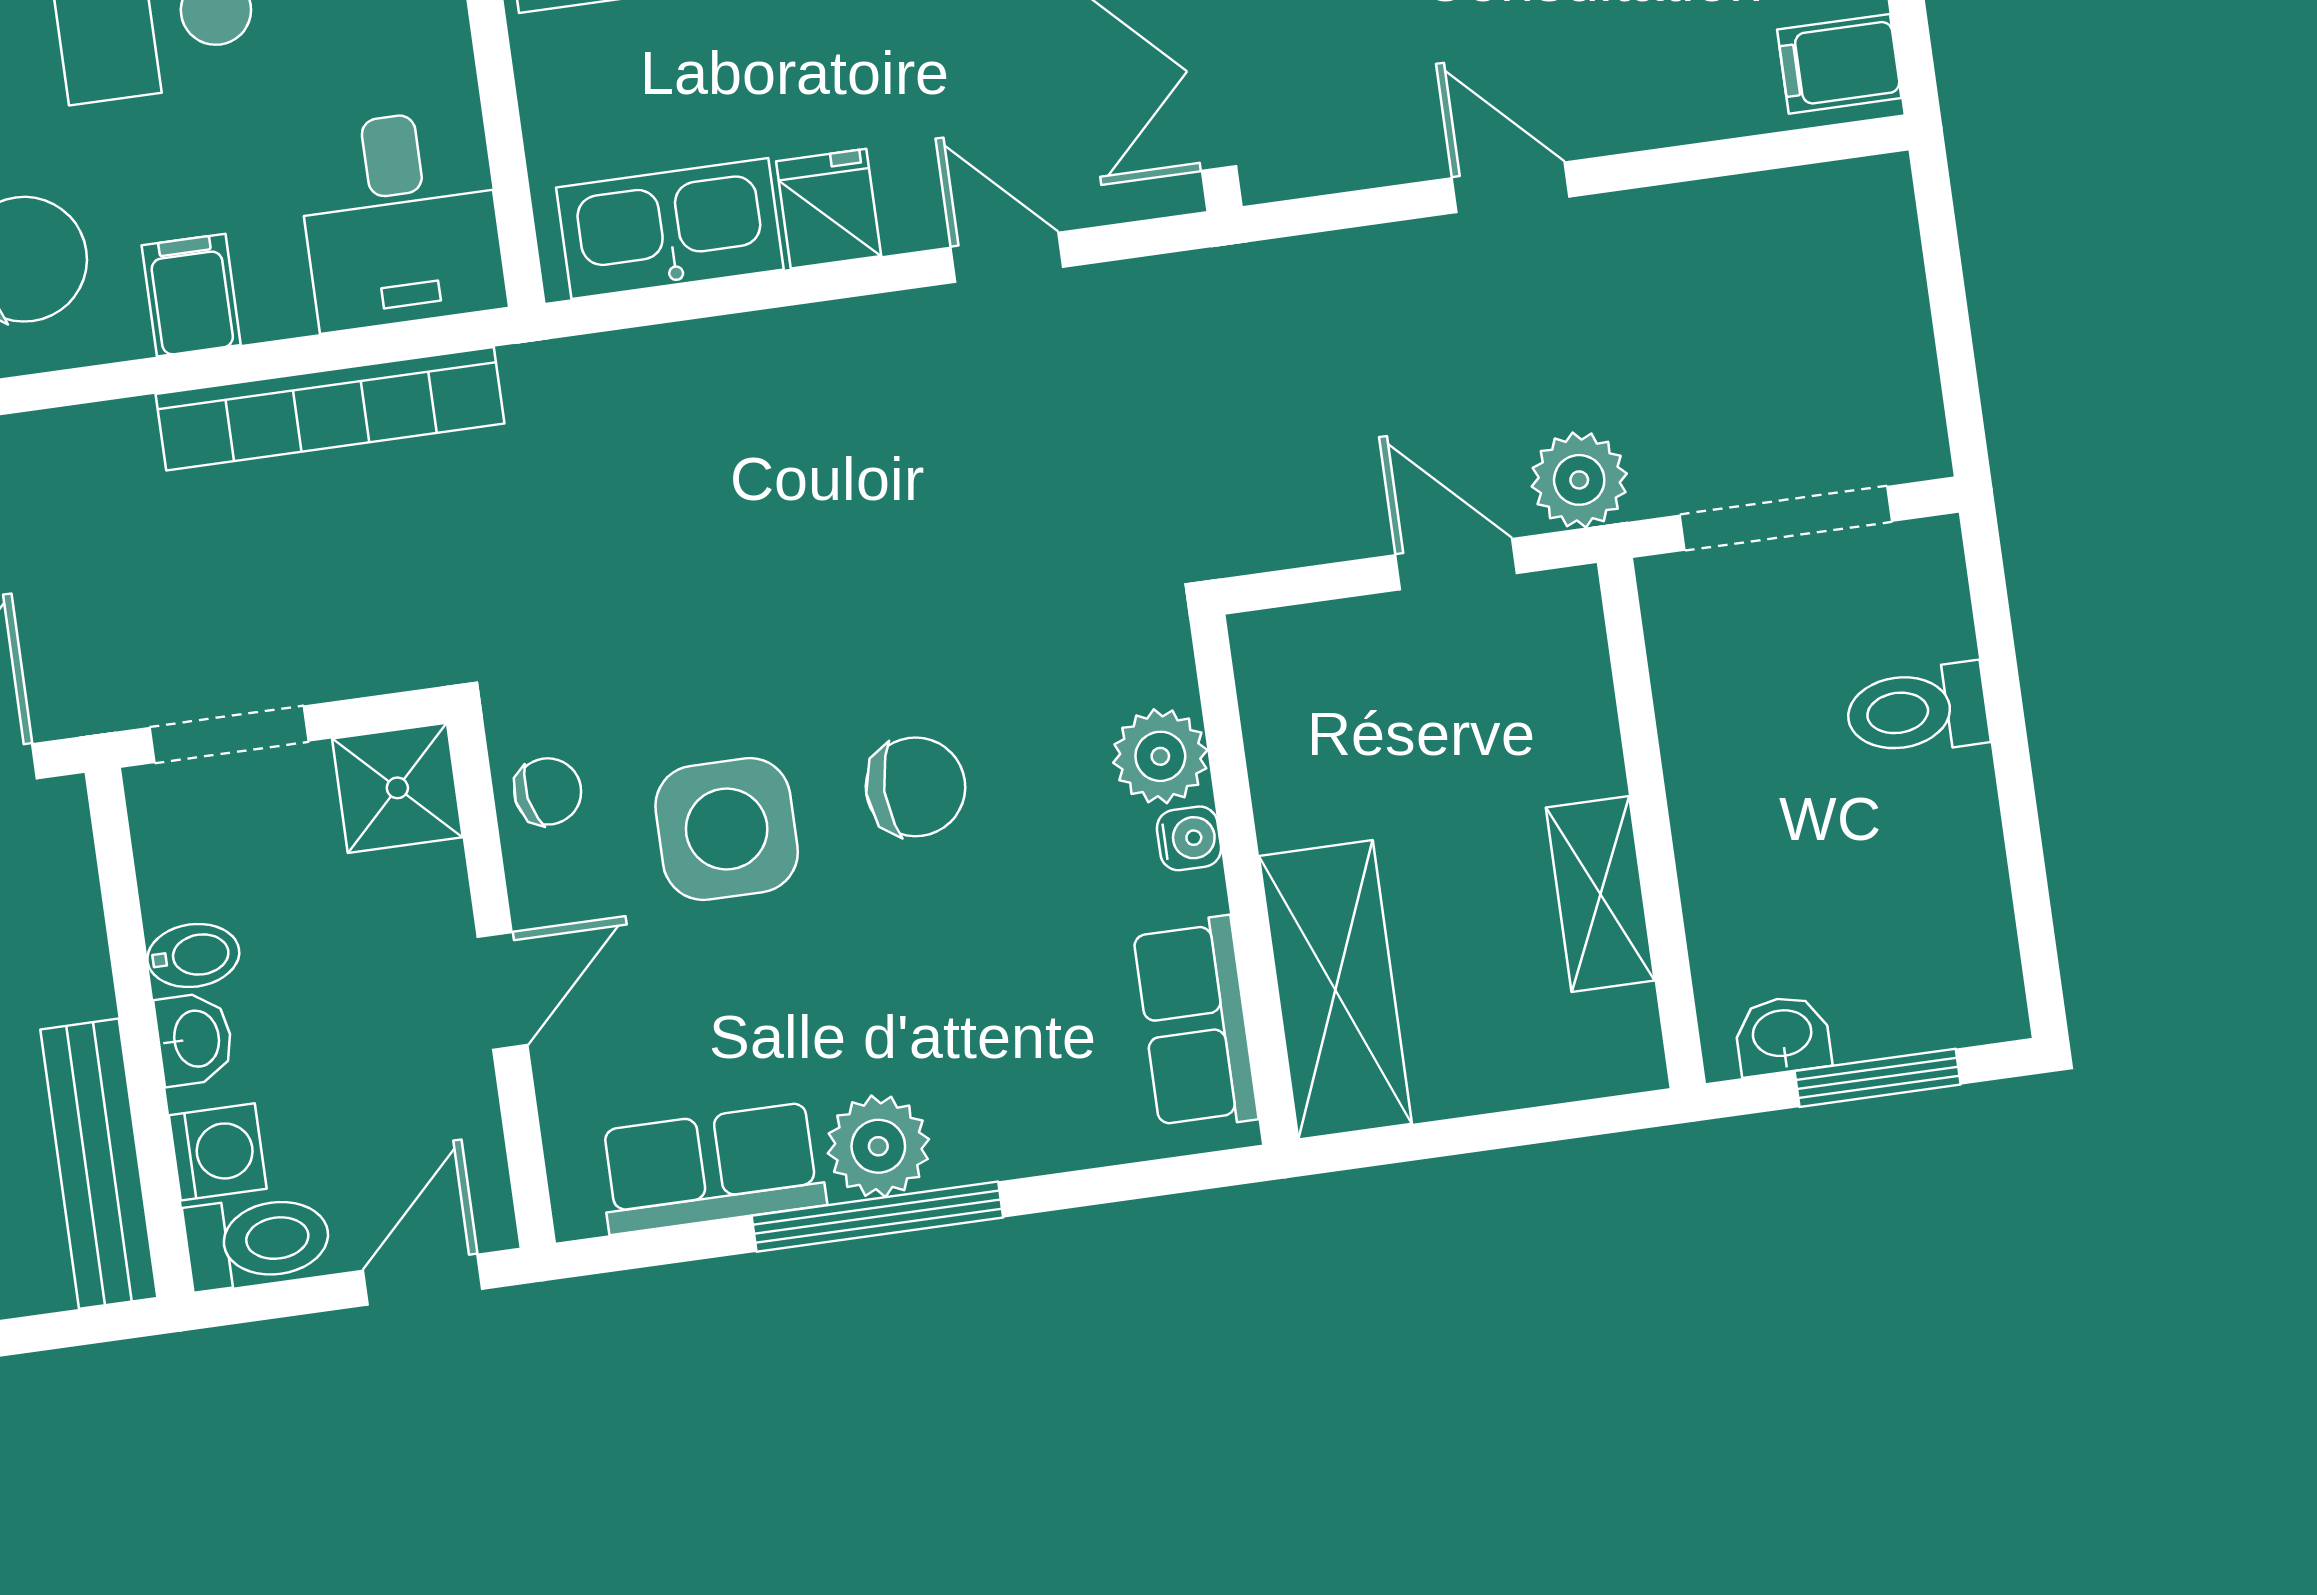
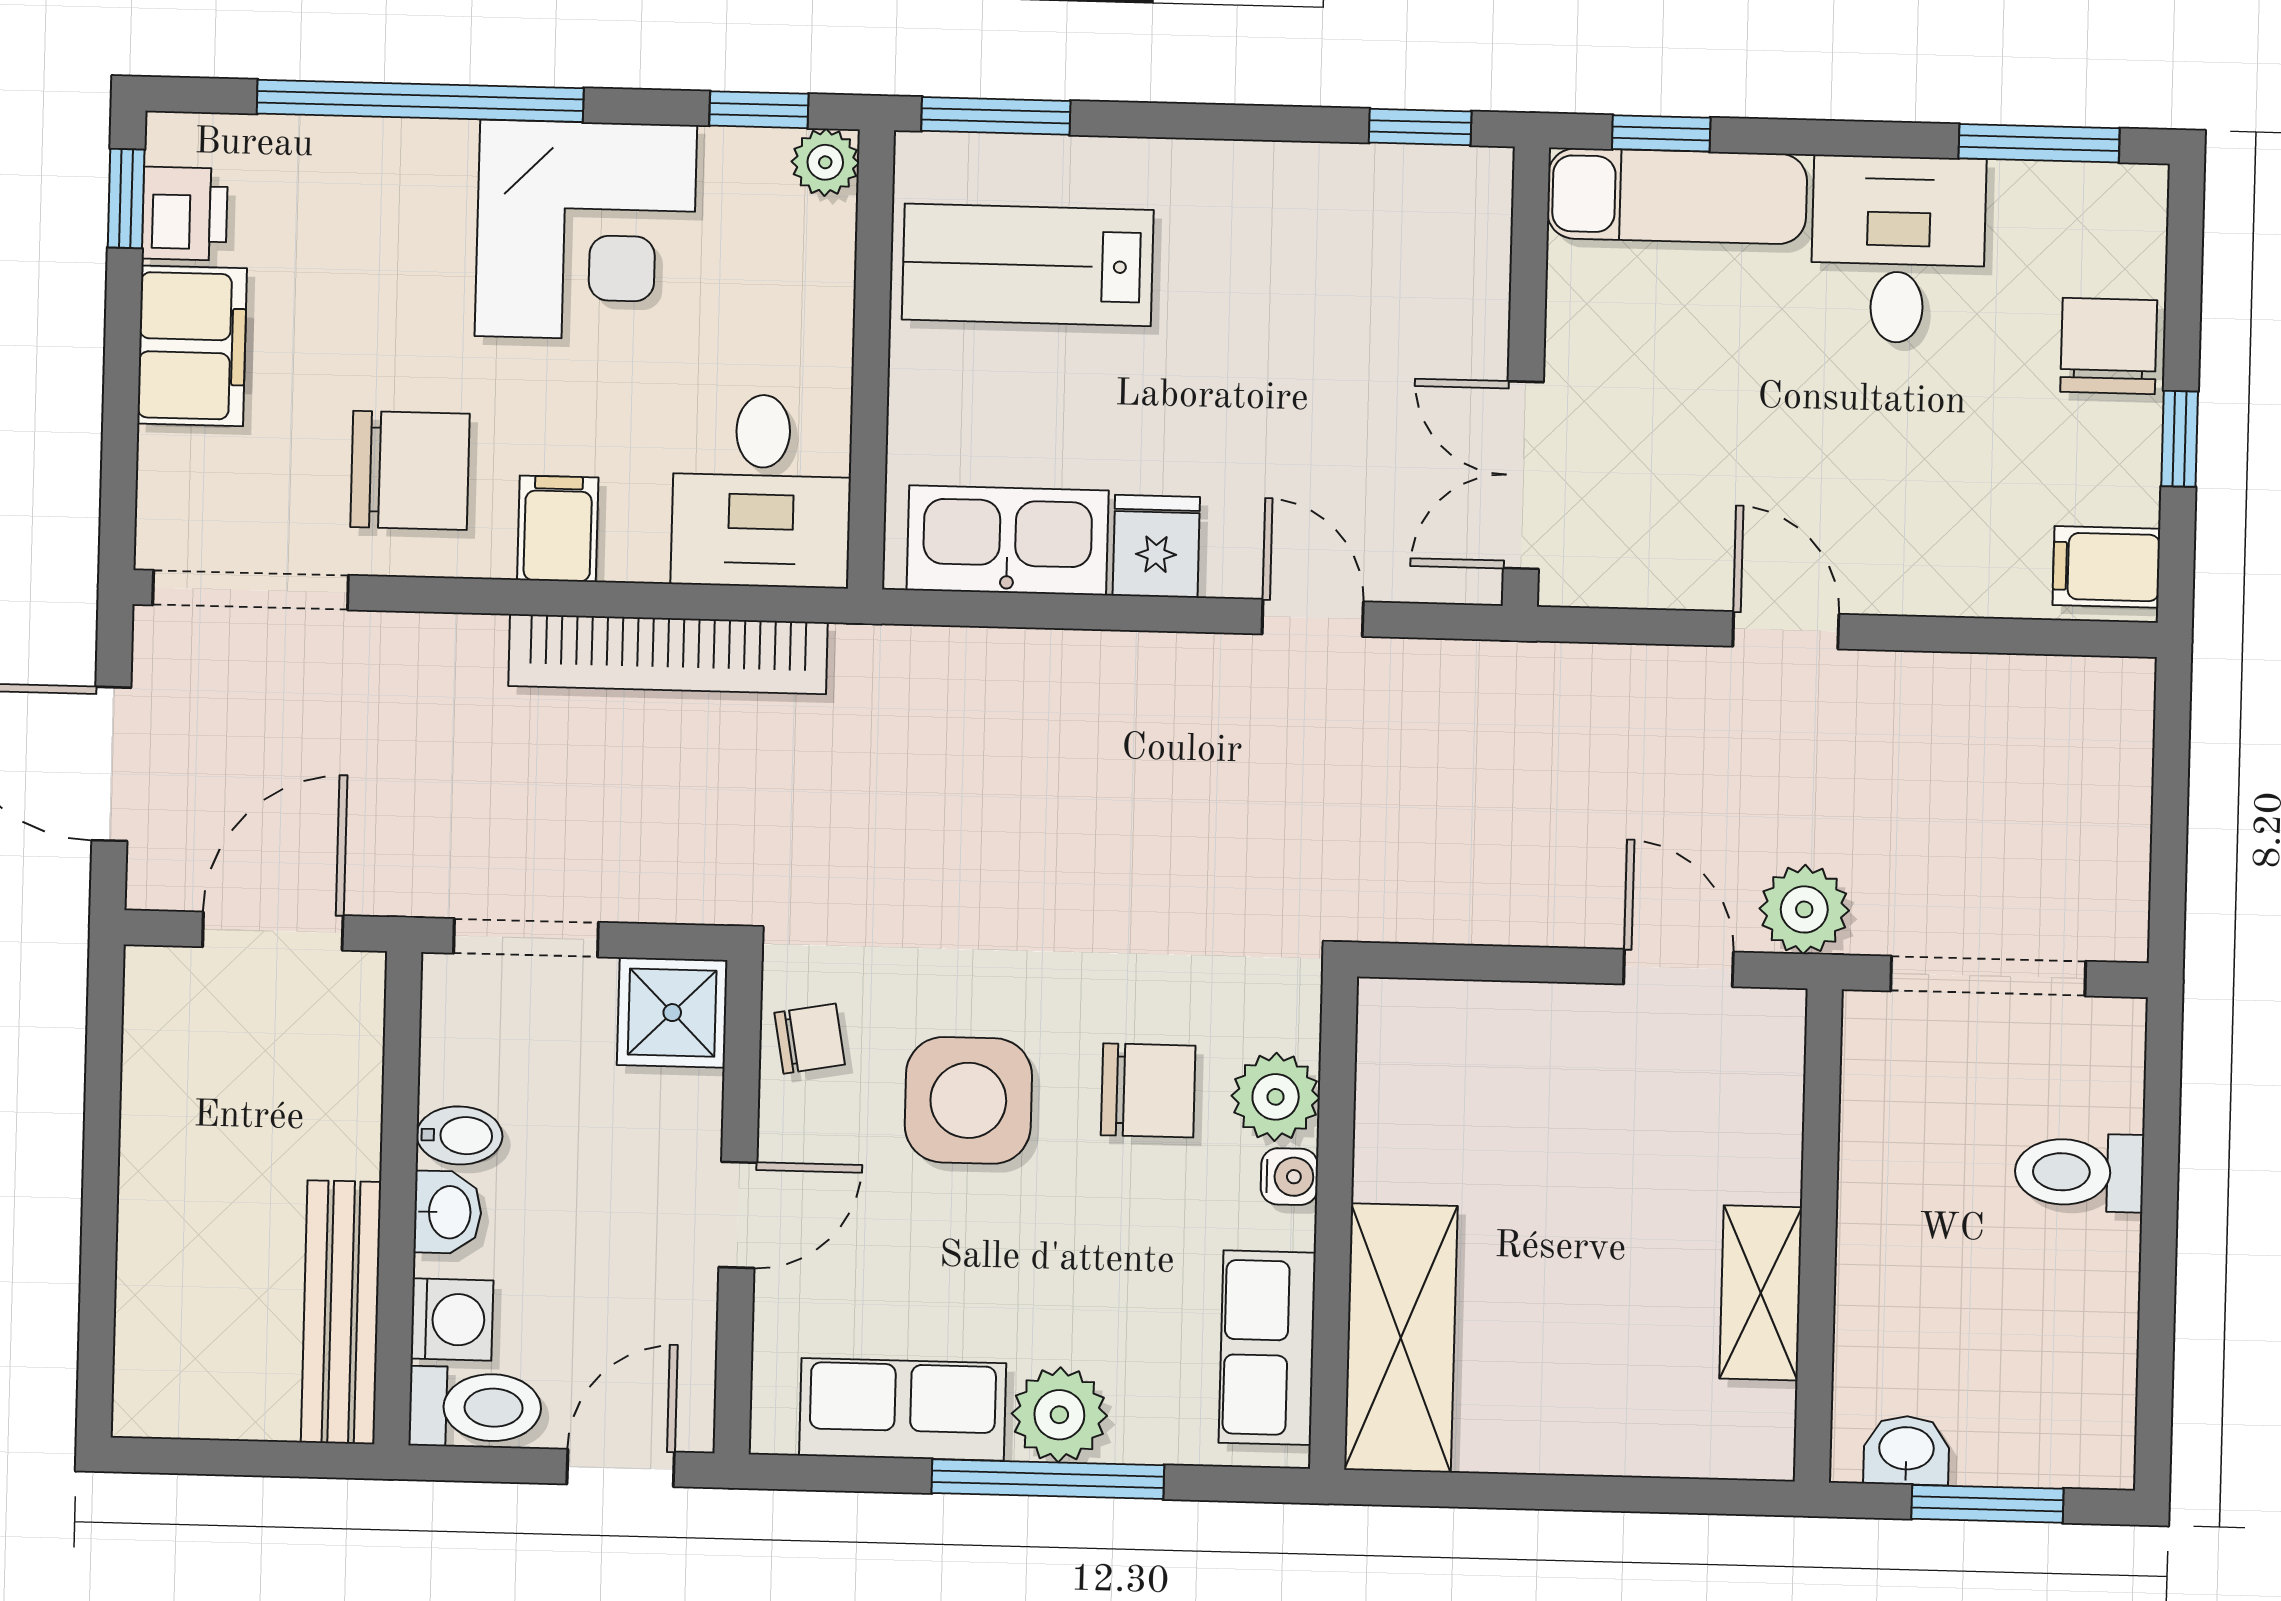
plant: (1160, 756) -> (1276, 1097), moved
water cooler: (1189, 838) -> (1289, 1177), moved
wall: (1244, 880) -> (1333, 1223), moved
shelving: (1335, 990) -> (1401, 1338), moved
row of seats: (1195, 1024) -> (1267, 1348), moved

